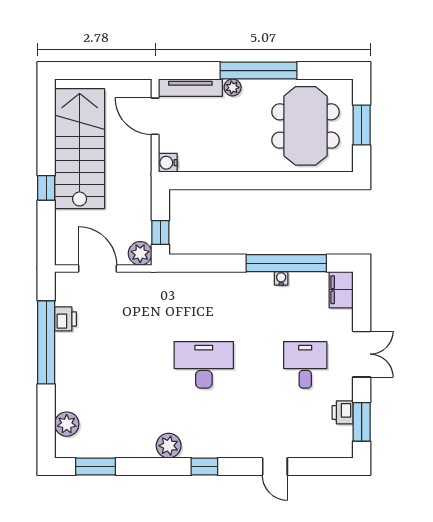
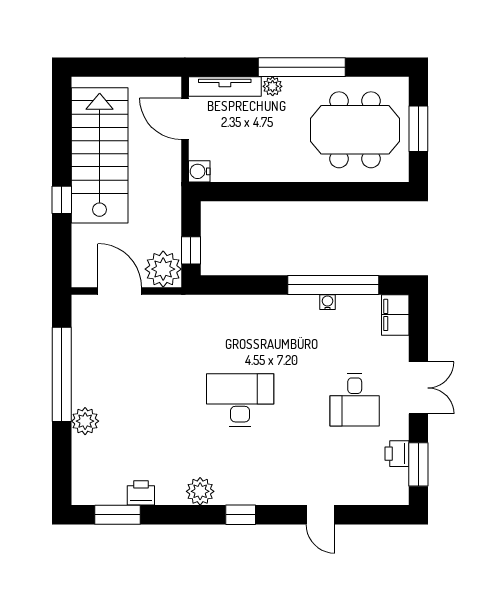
meeting table: (306, 126) -> (355, 130), turned 90
plant: (140, 253) -> (163, 269), width x1.36, depth x1.36
printer: (65, 319) -> (141, 493), moved, turned -90
desk: (305, 365) -> (355, 400), turned 180
plant: (67, 424) -> (85, 421), moved

